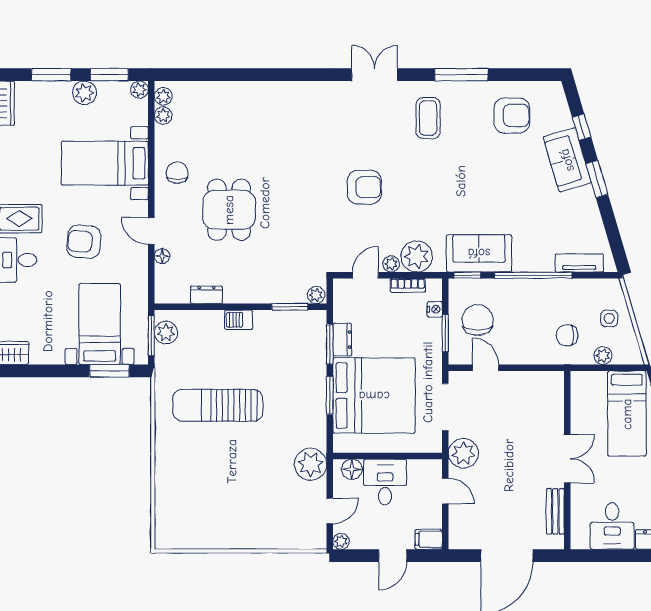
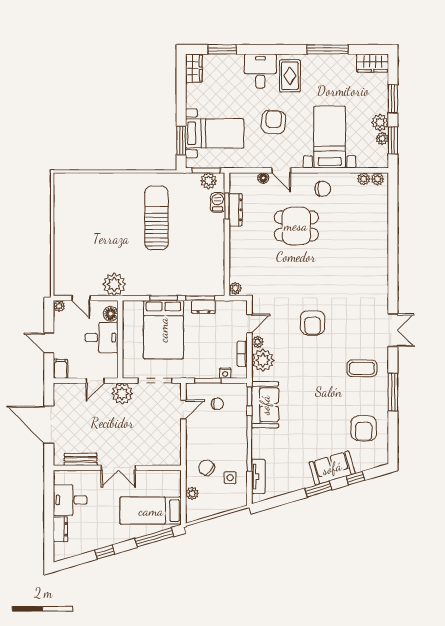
plant: (139, 90) -> (382, 138), moved
door: (151, 231) -> (281, 170), swing flipped
door: (365, 275) -> (249, 324), hinge flipped
dresser: (206, 295) -> (236, 210), width x1.44
window: (290, 307) -> (227, 206), moved
side table: (609, 318) -> (230, 478), moved
barbecue: (239, 320) -> (218, 203), moved
chair: (478, 320) -> (217, 404), width x0.54, depth x0.54
chair: (567, 335) -> (207, 468), turned -53
bed: (374, 396) -> (163, 330), width x0.73

